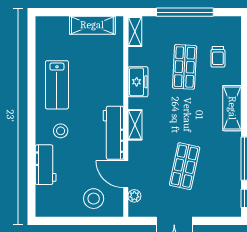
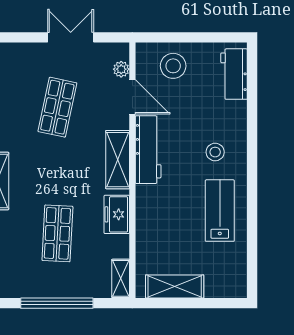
trolley: (218, 57) -> (15, 246), removed
shelving: (135, 125) -> (118, 160), width x1.50, depth x1.33
workbench: (46, 165) -> (234, 74), moved

